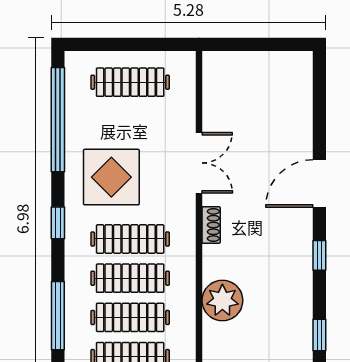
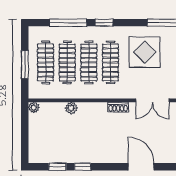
window: (58, 223) -> (104, 23), moved
window: (319, 255) -> (82, 167), moved
plant: (222, 300) -> (71, 108), width x0.53, depth x0.53

